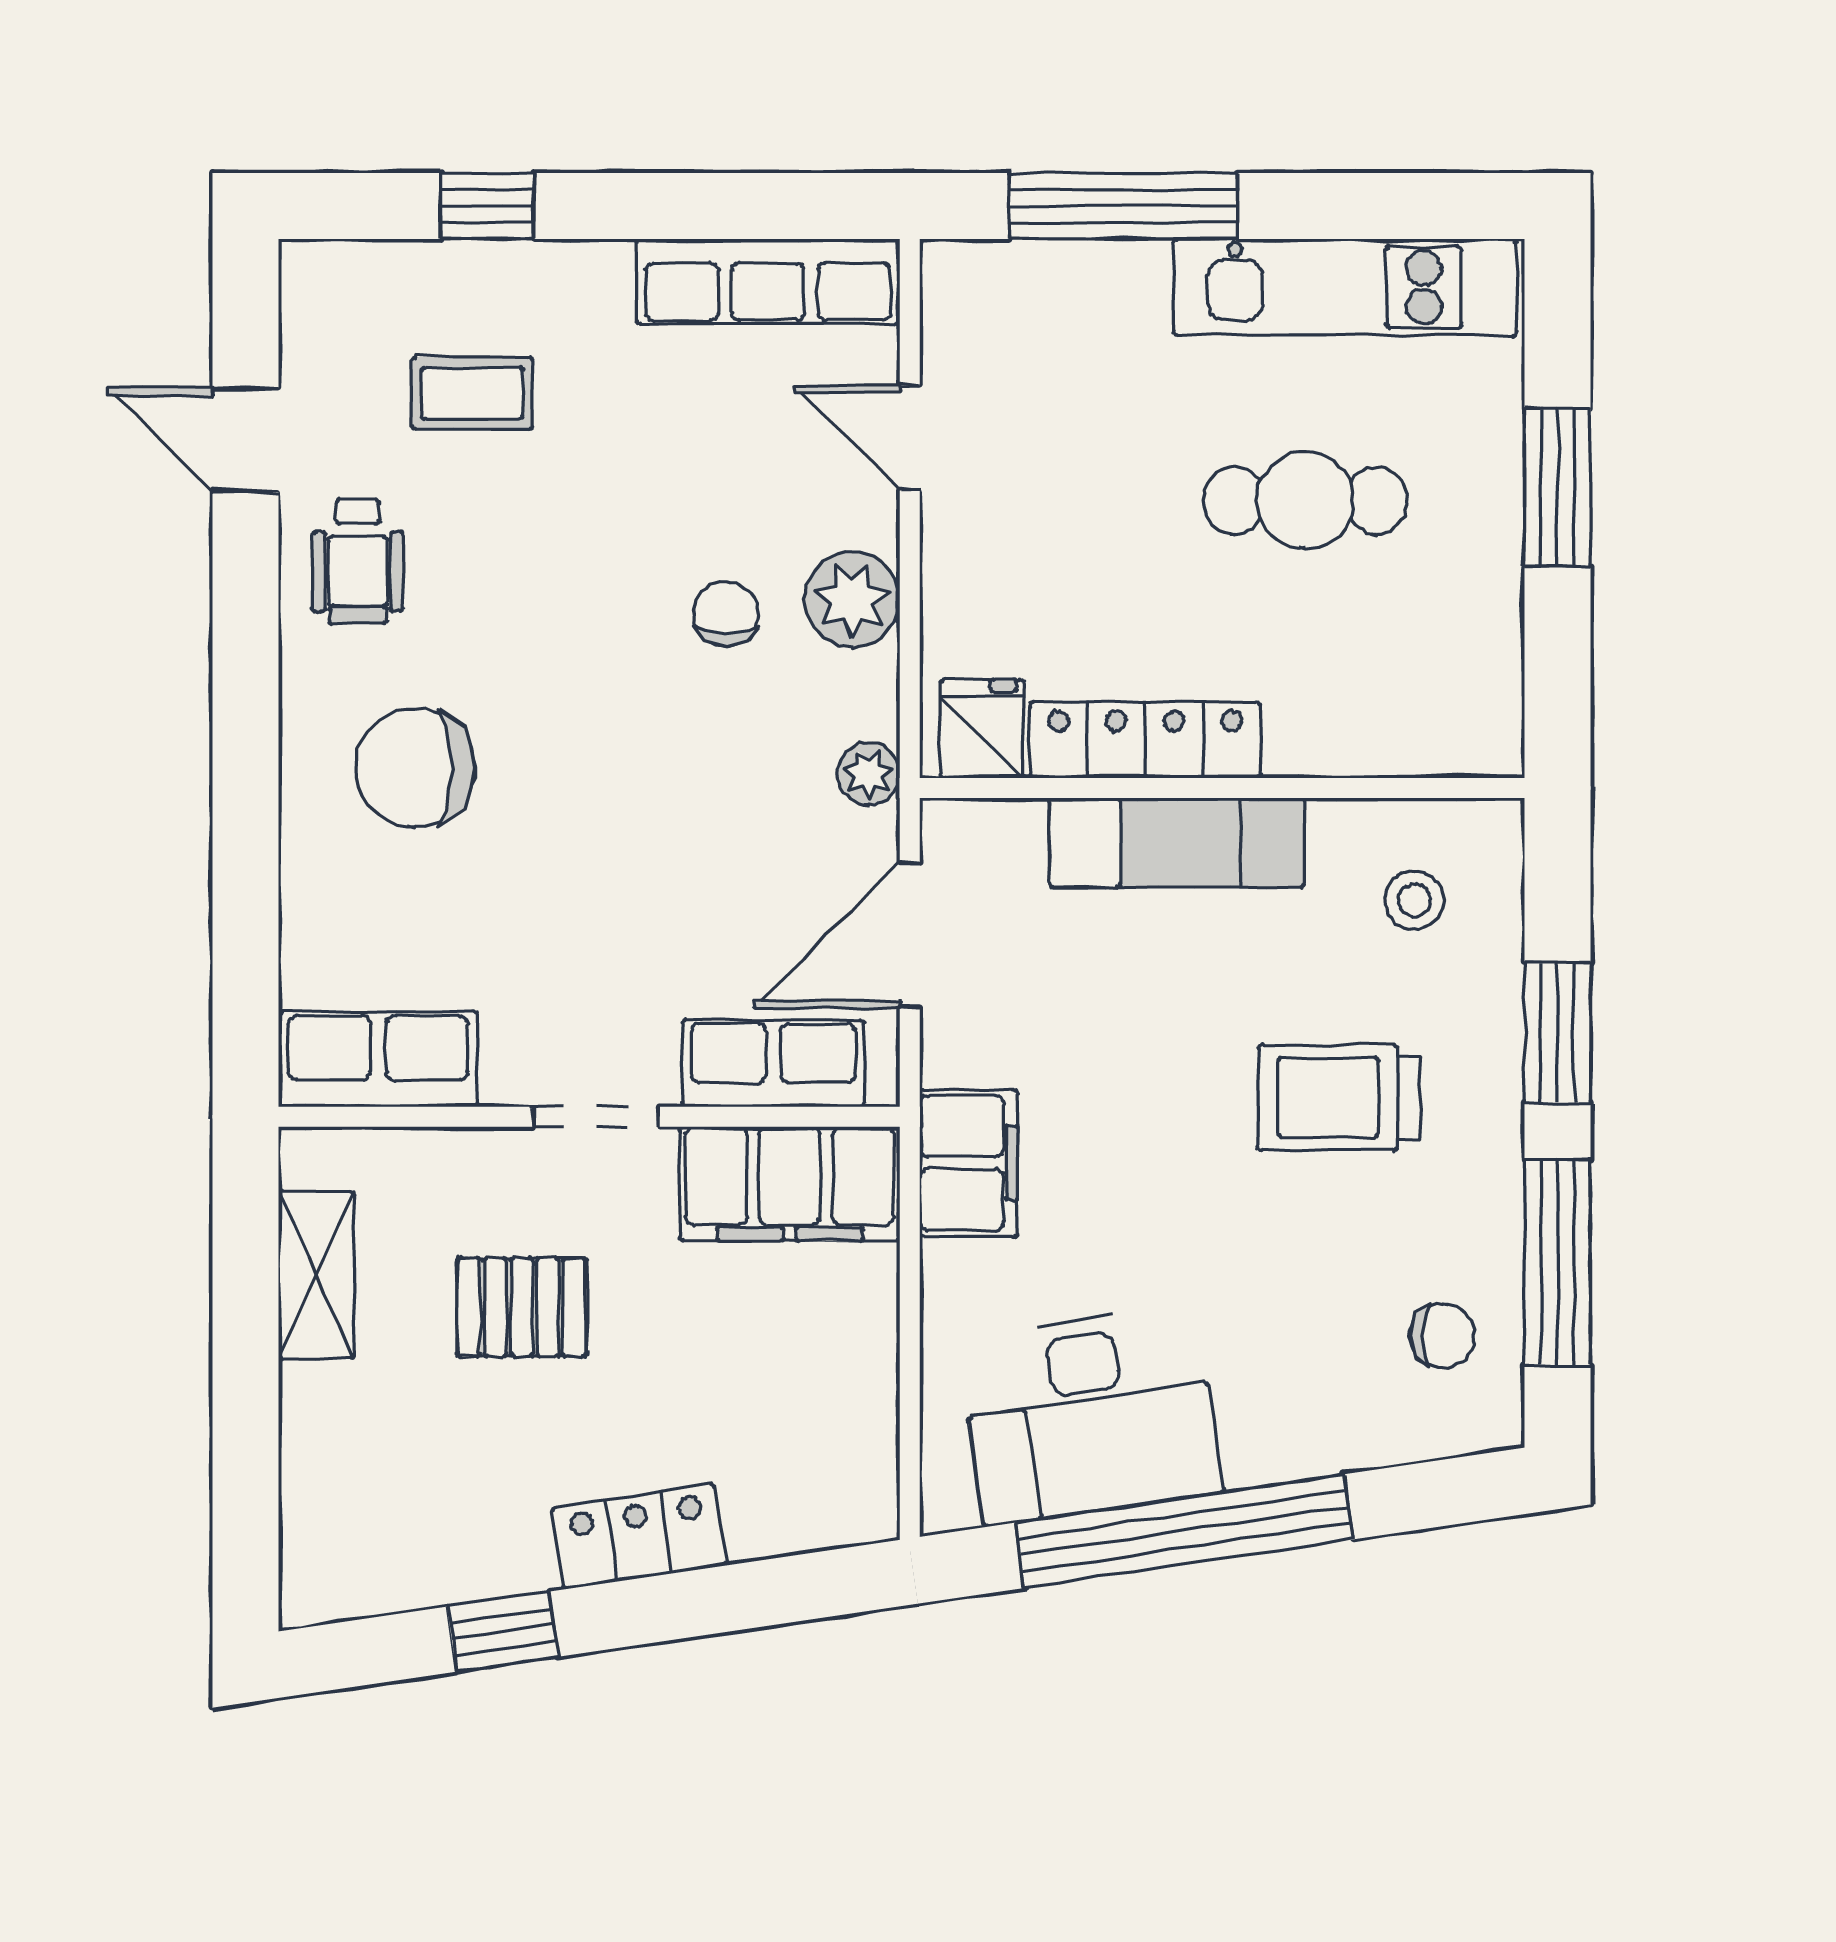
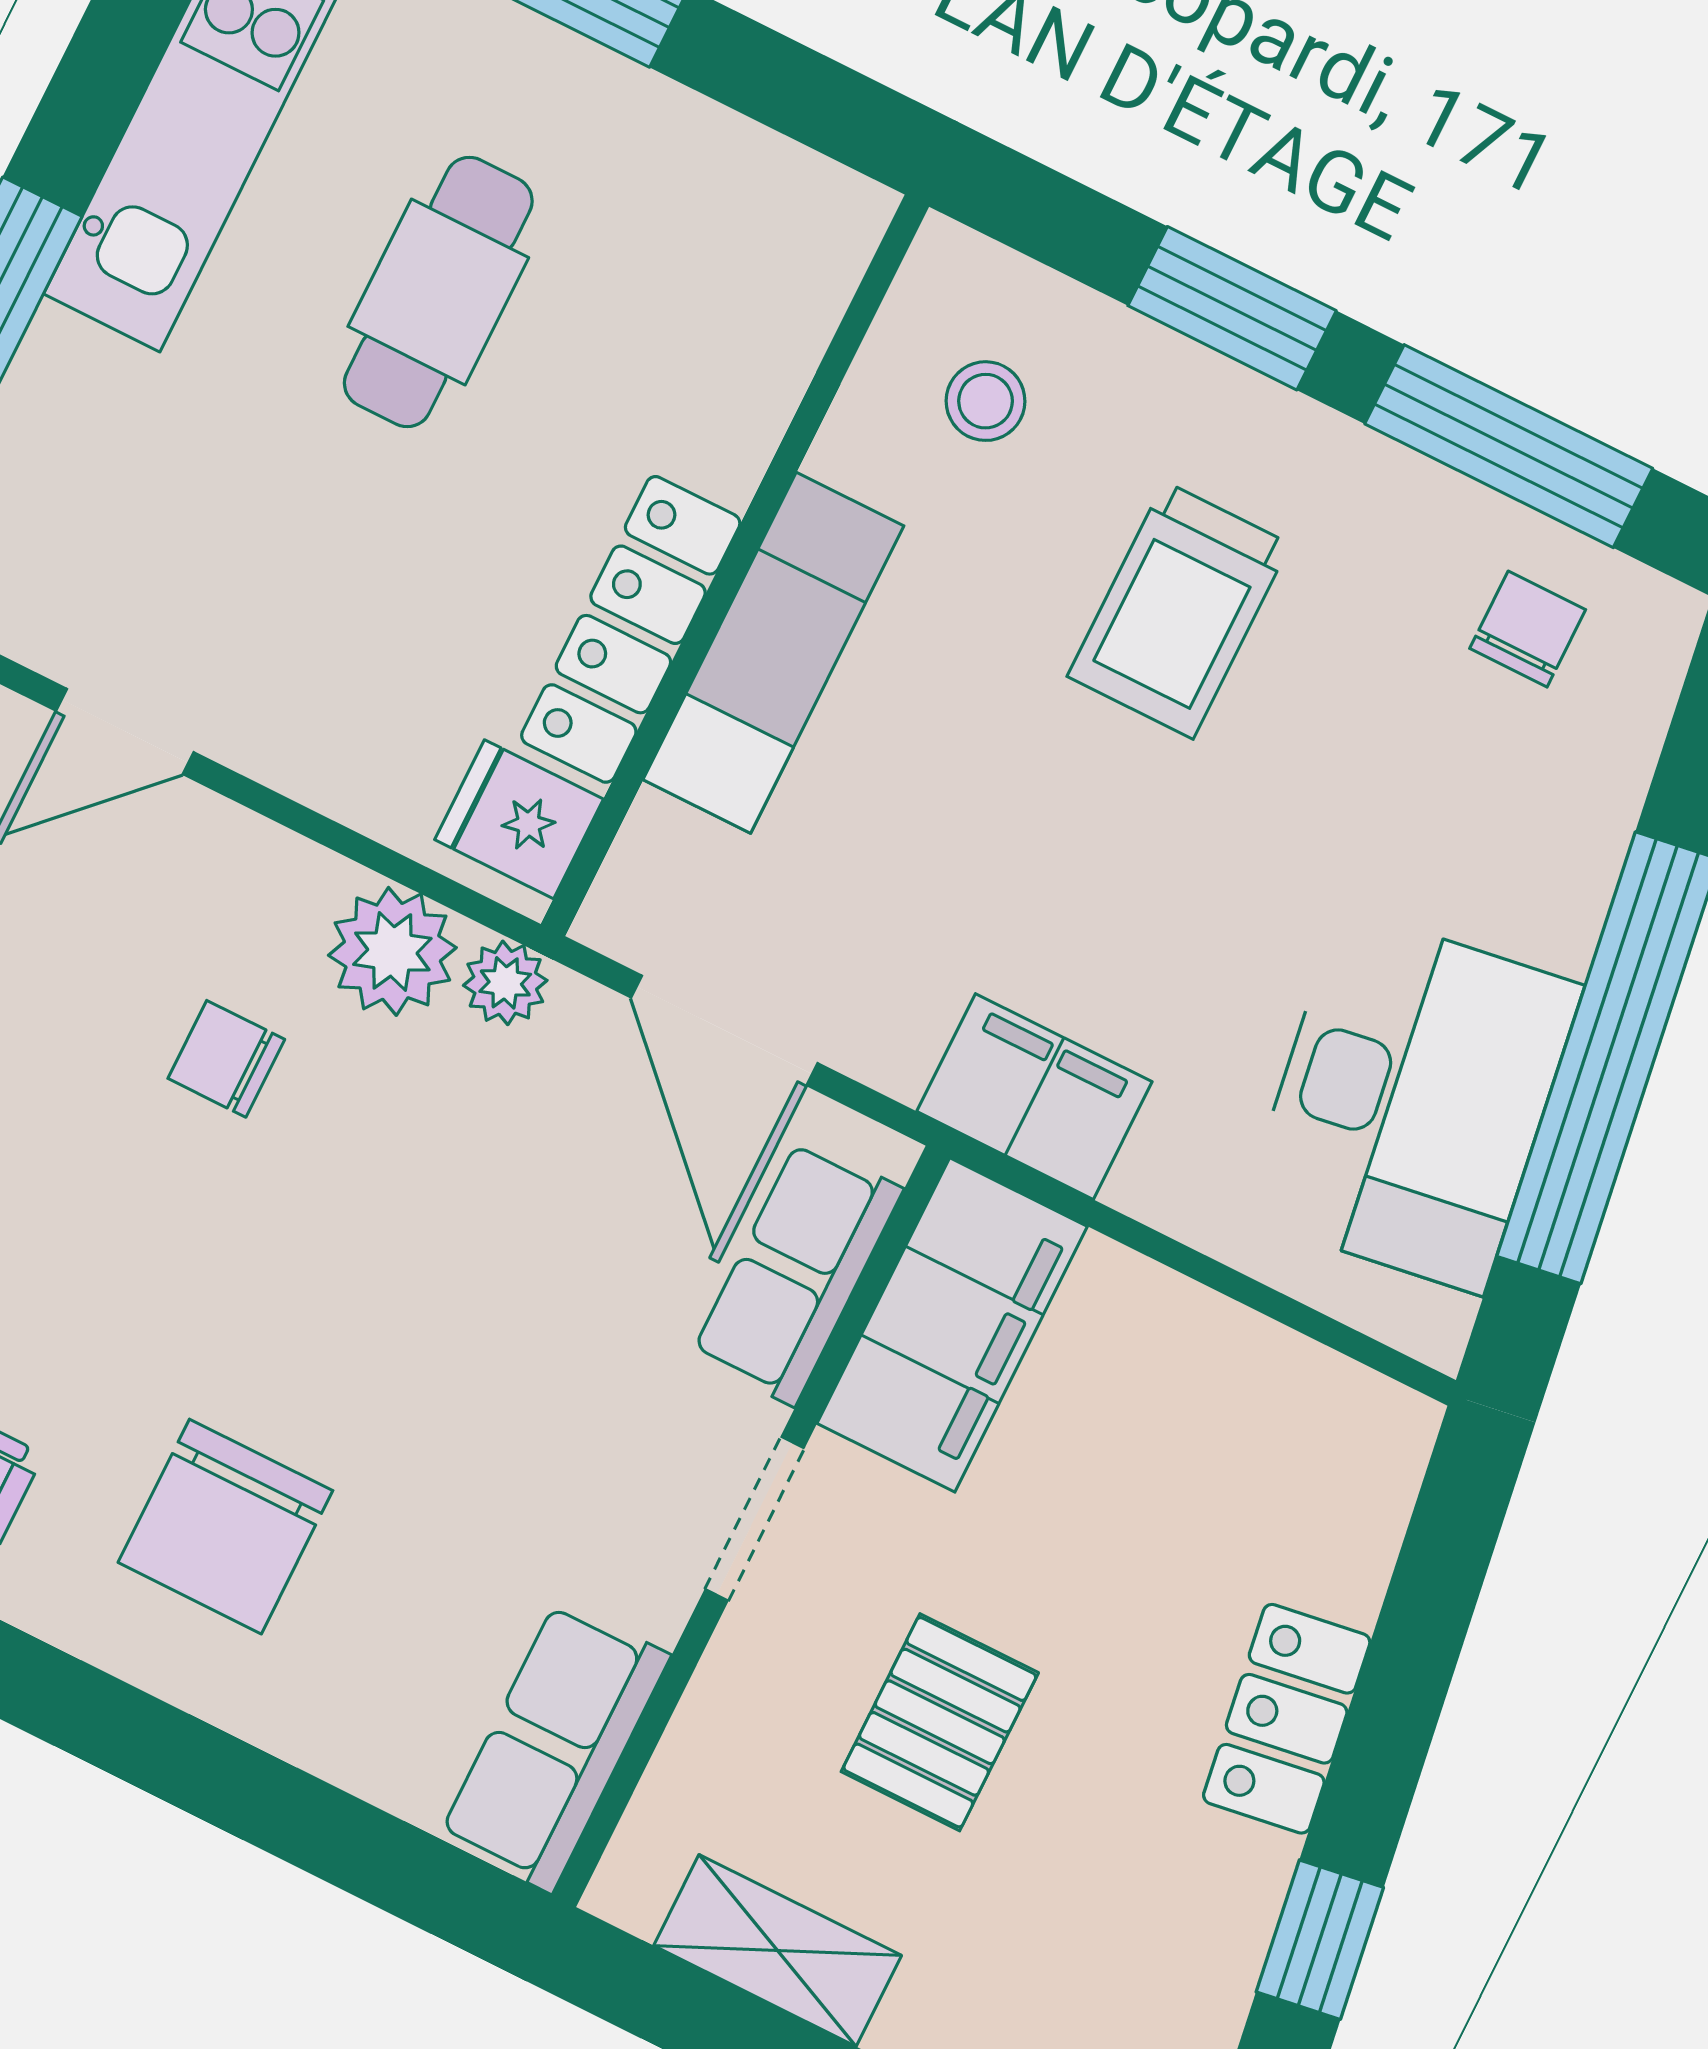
plant: (852, 599) -> (392, 951), moved

